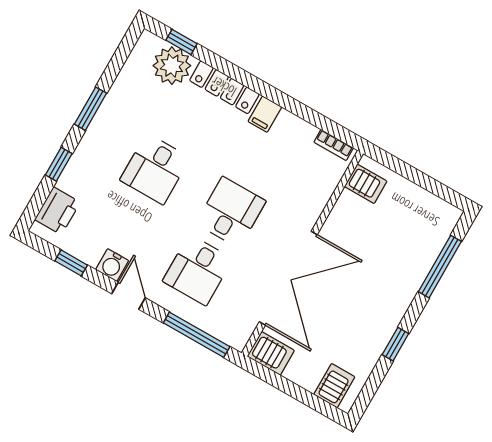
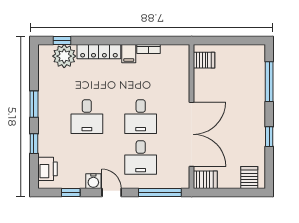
bookcase: (334, 145) -> (148, 49), moved
desk: (231, 212) -> (141, 117), turned 180

